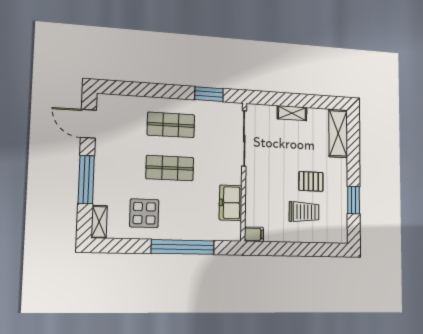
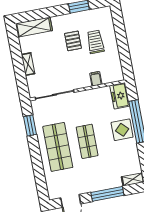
shop shelf: (171, 125) -> (58, 147), width x1.43, depth x1.36
freezer: (231, 203) -> (120, 96), moved, turned 90
display table: (144, 213) -> (122, 130), moved
filing cabinet: (254, 234) -> (96, 79), moved

